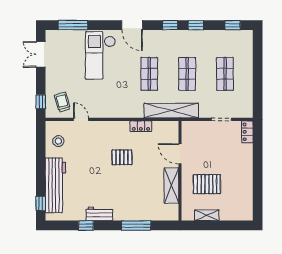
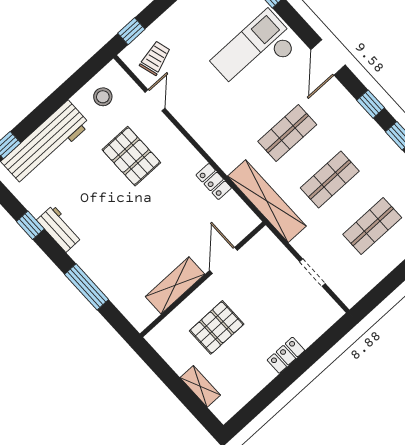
locker: (247, 132) -> (286, 355), moved
pallet: (122, 157) -> (131, 156), moved, width x1.50, depth x1.42
pallet: (207, 184) -> (217, 327), turned 90
shelving: (207, 215) -> (200, 386), moved

